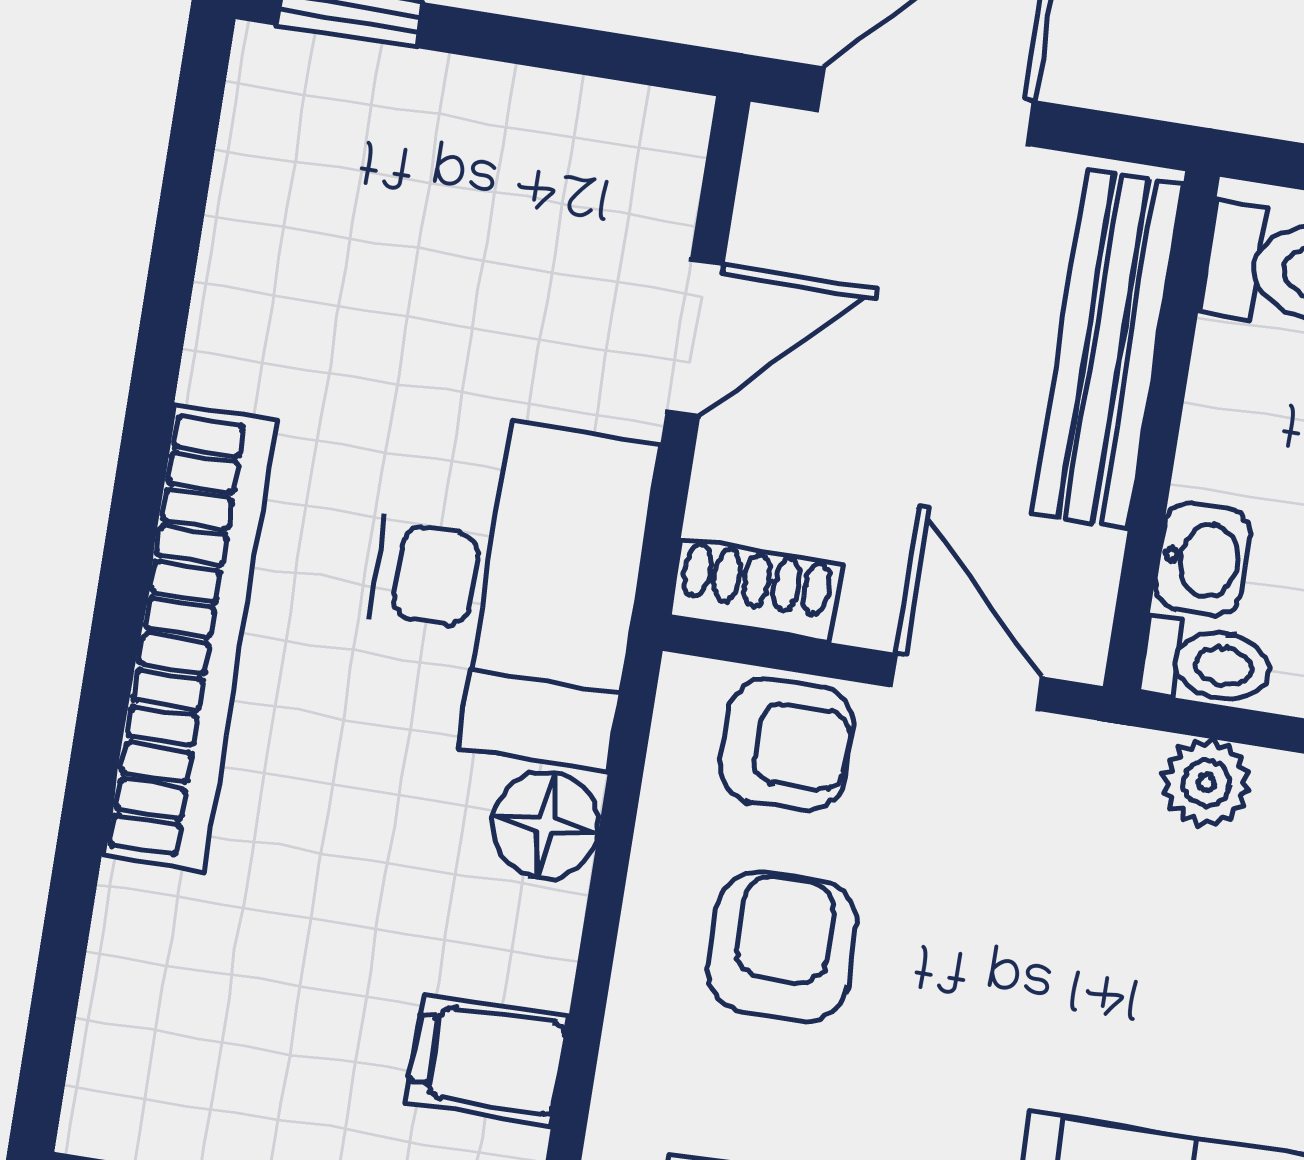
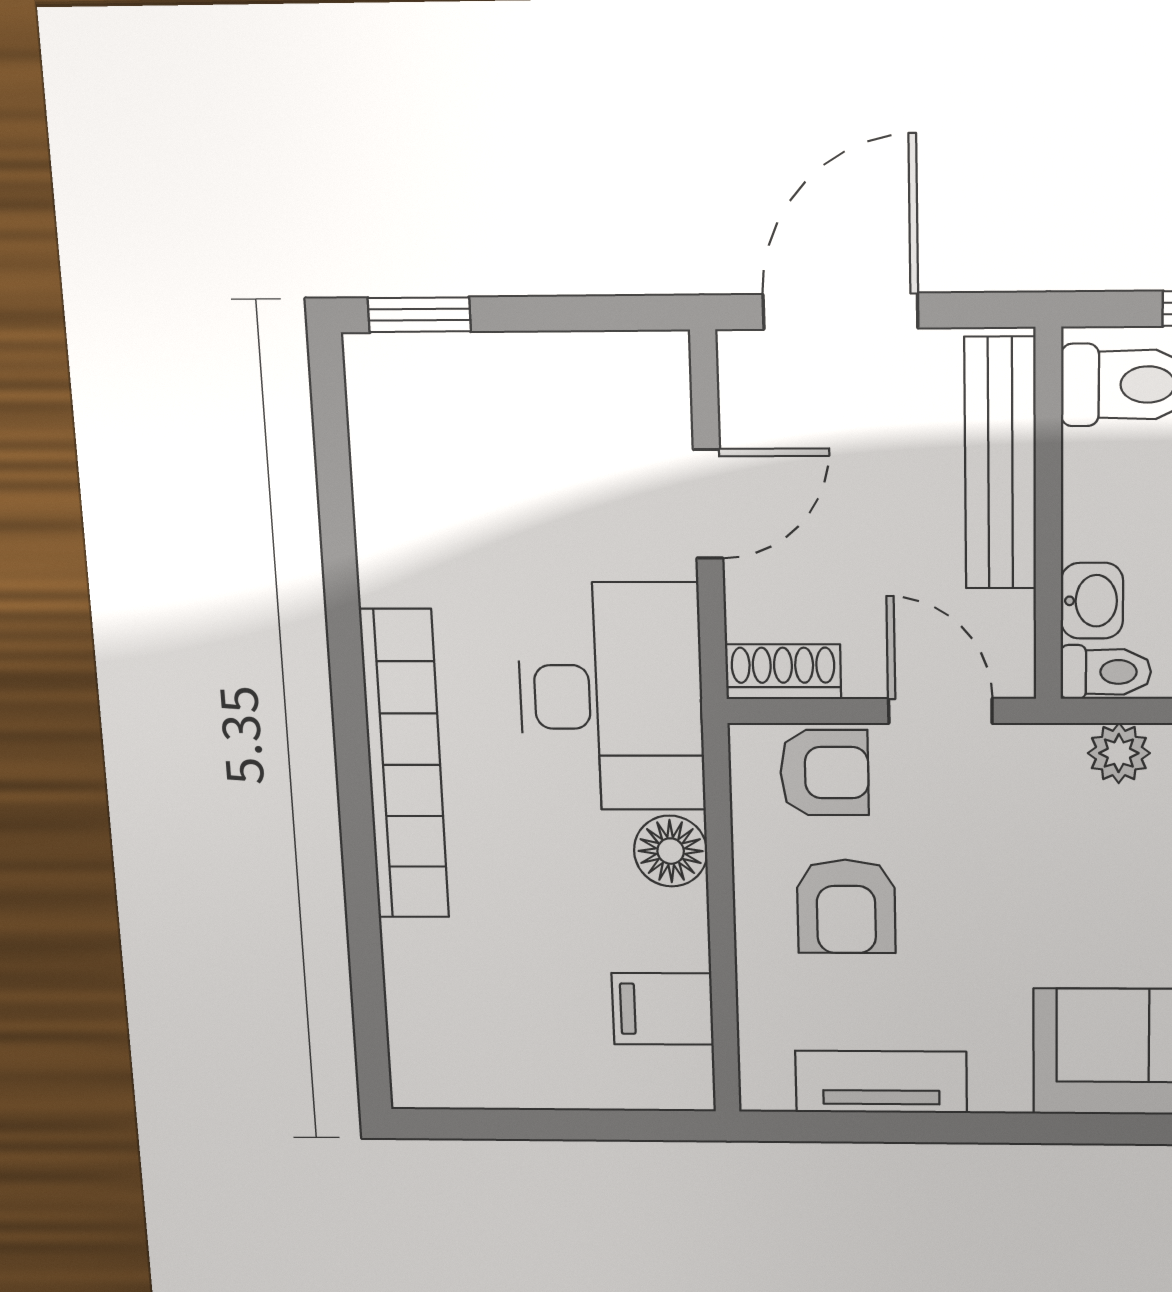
armchair: (782, 947) -> (846, 906), turned 180

